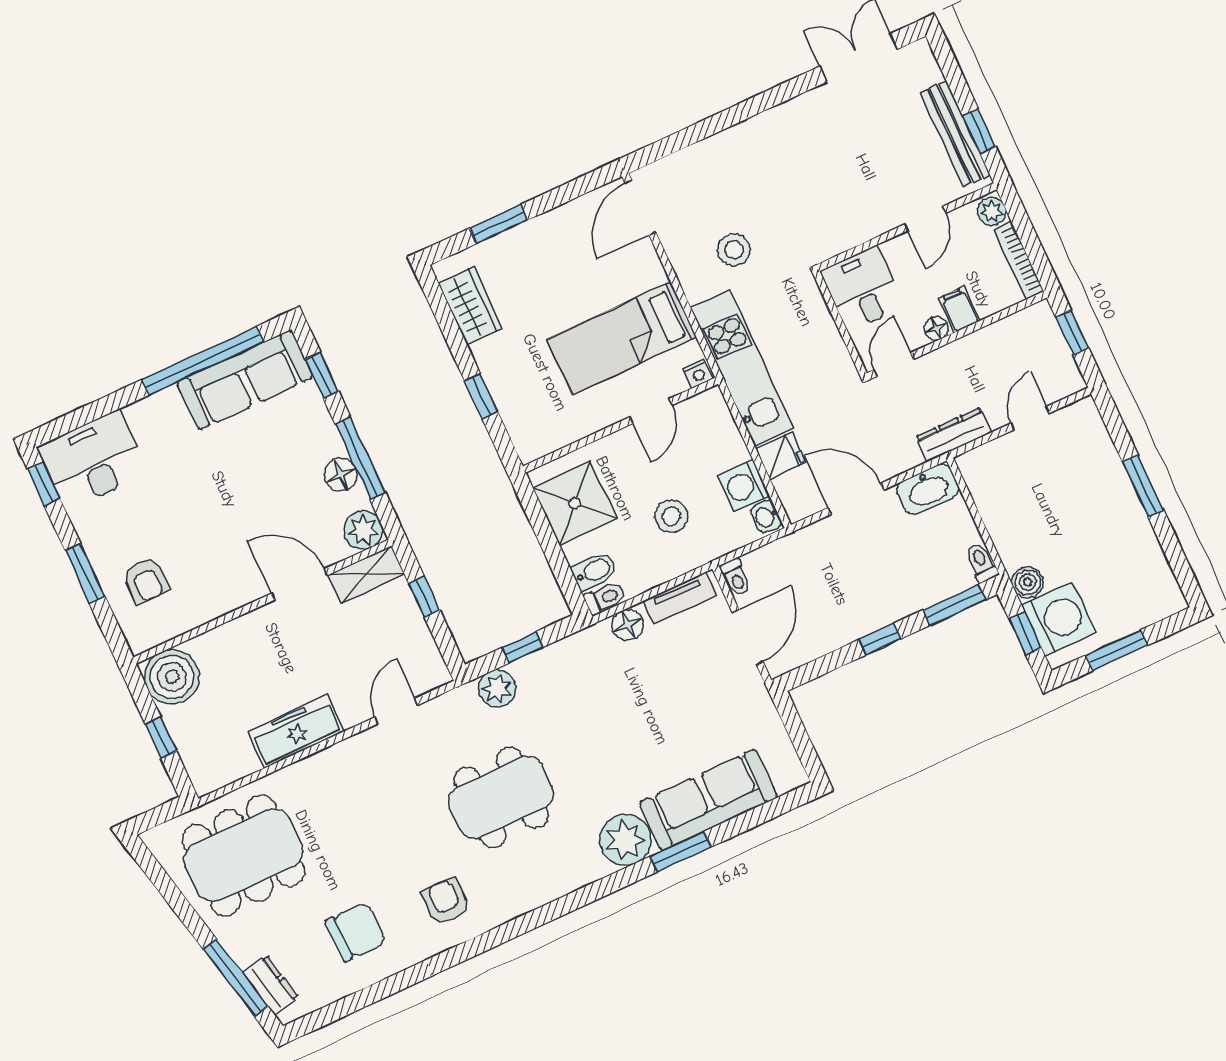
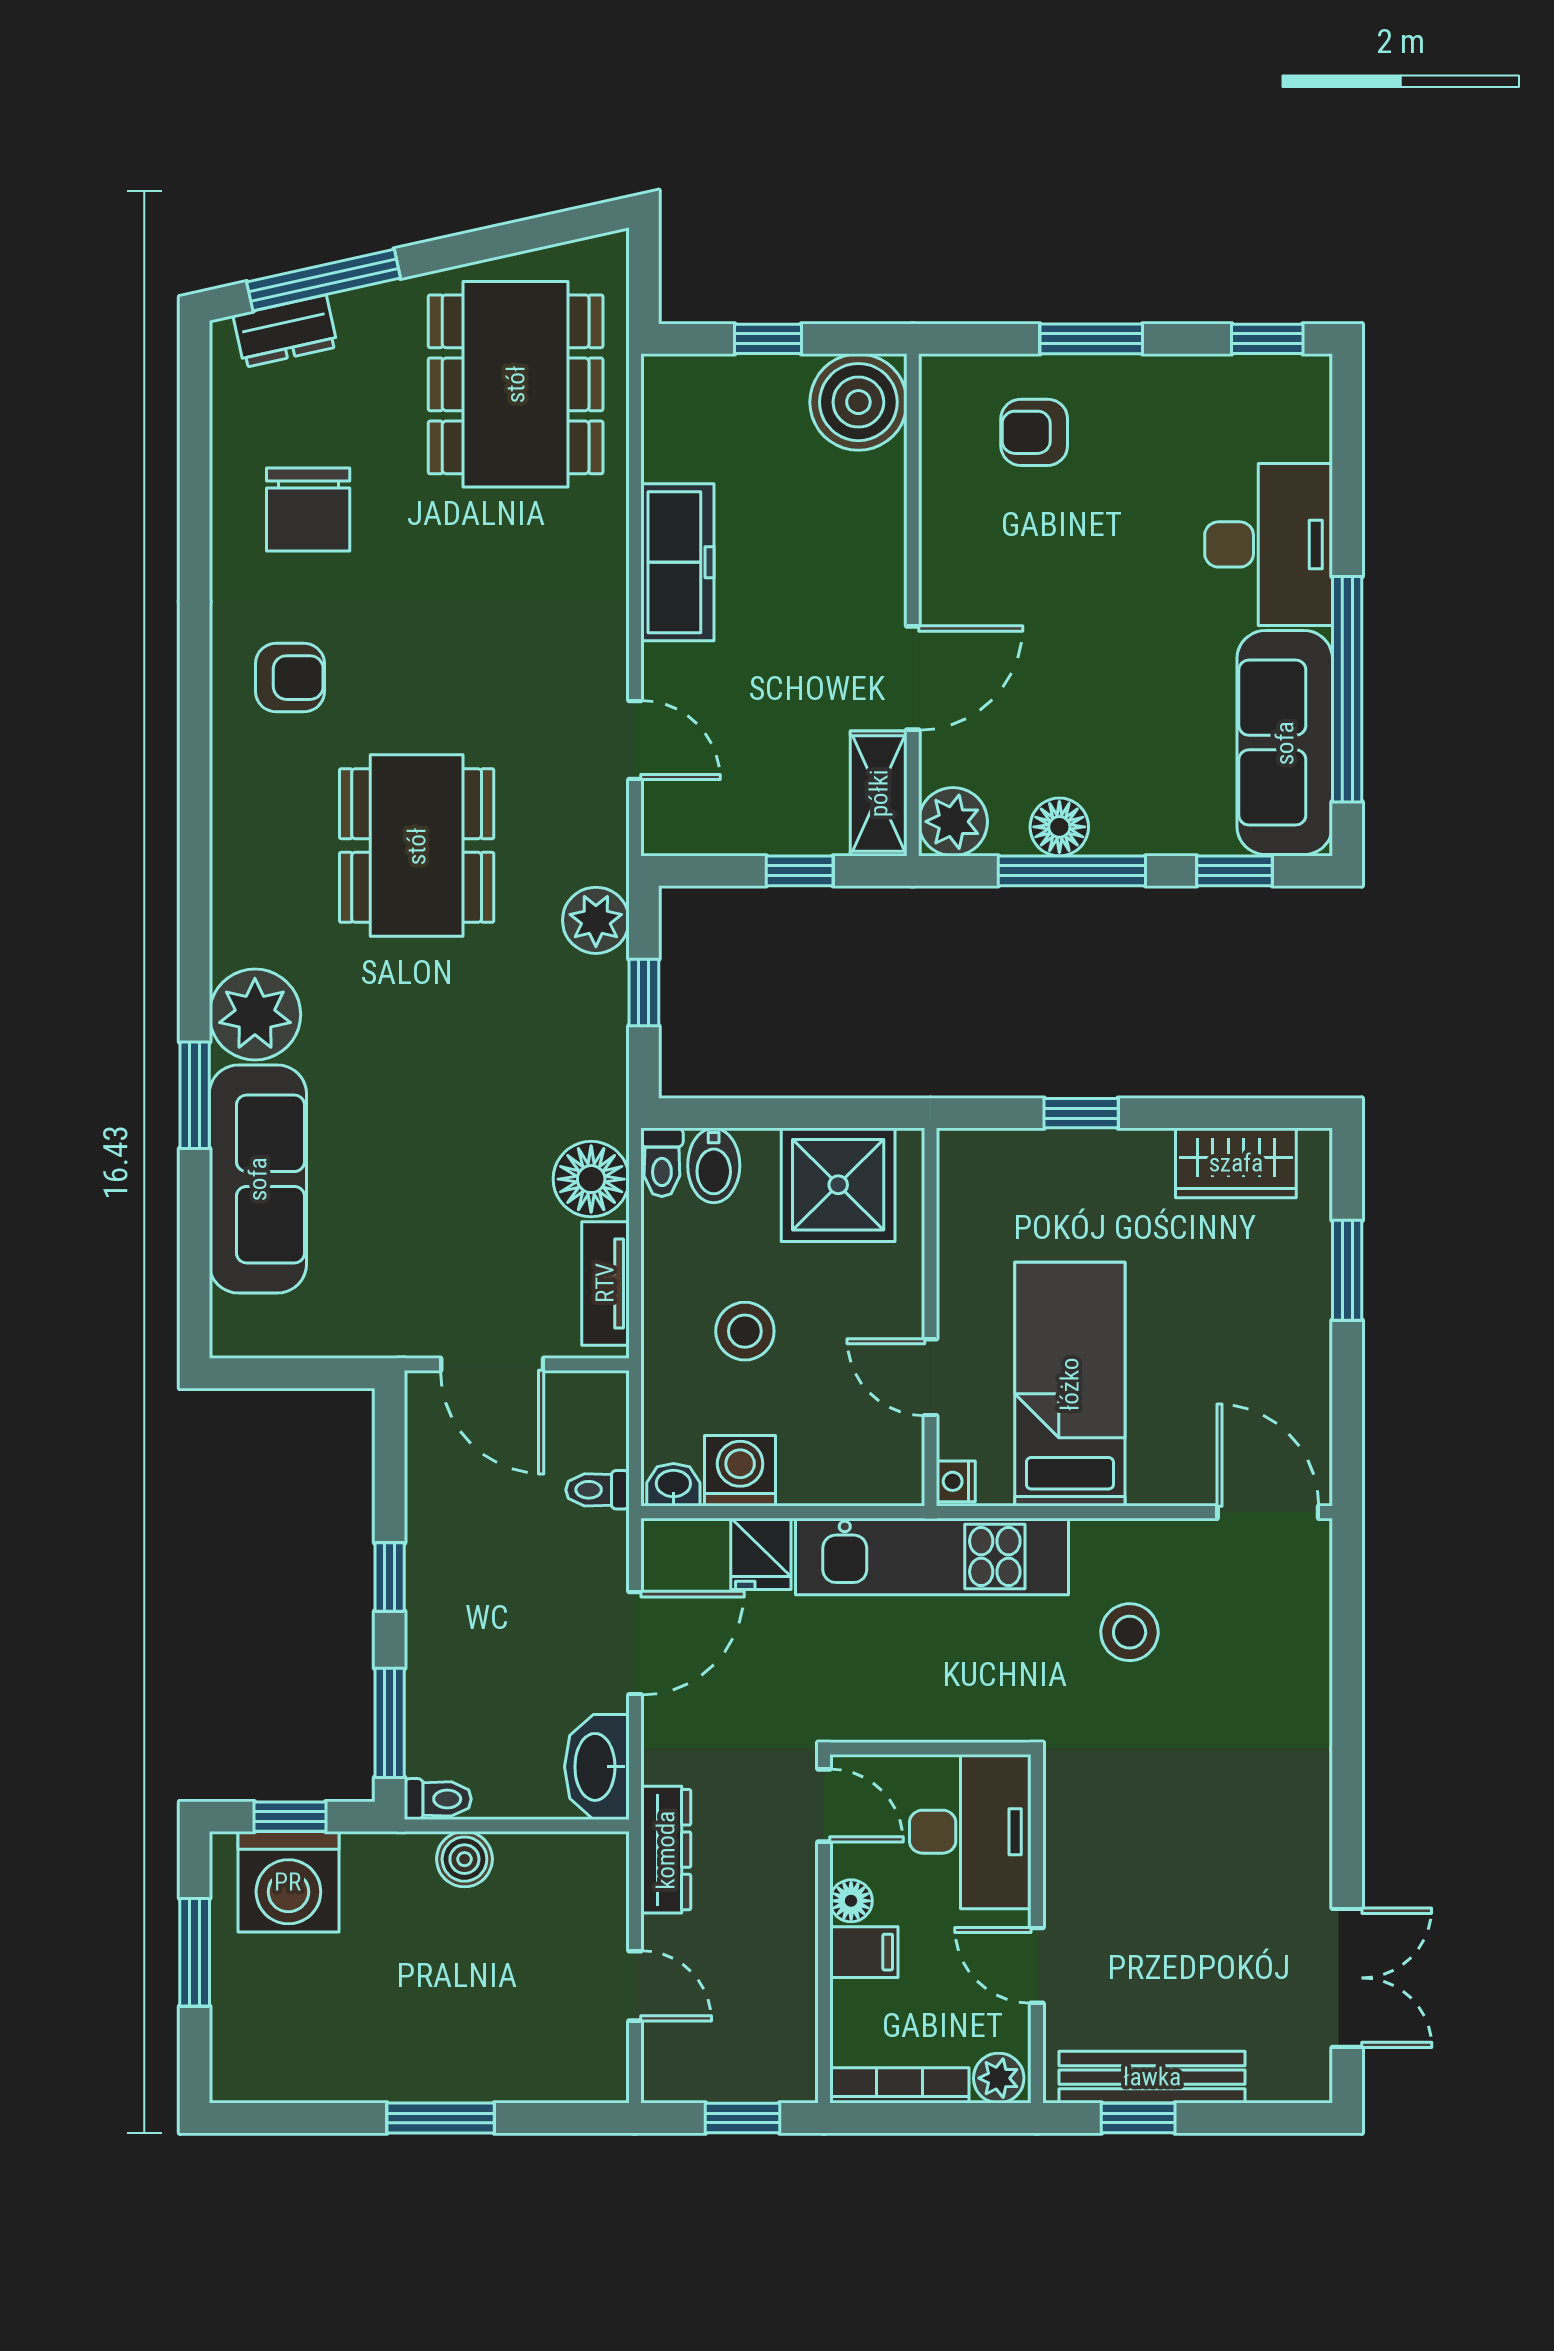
desk: (862, 289) -> (970, 1832), width x1.37
desk: (93, 460) -> (1269, 544), moved
toilet: (736, 577) -> (597, 1490), moved
boiler: (1028, 582) -> (464, 1859), moved
floor lamp: (628, 625) -> (591, 1179), width x1.38, depth x1.38

